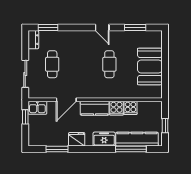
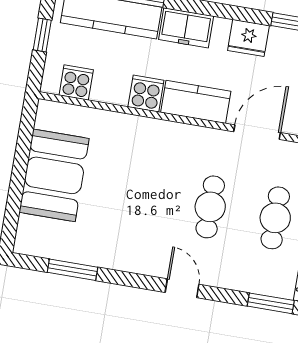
door: (102, 27) -> (182, 288), moved
cafe table: (109, 64) -> (210, 207), moved
cooker: (130, 108) -> (76, 83), moved

